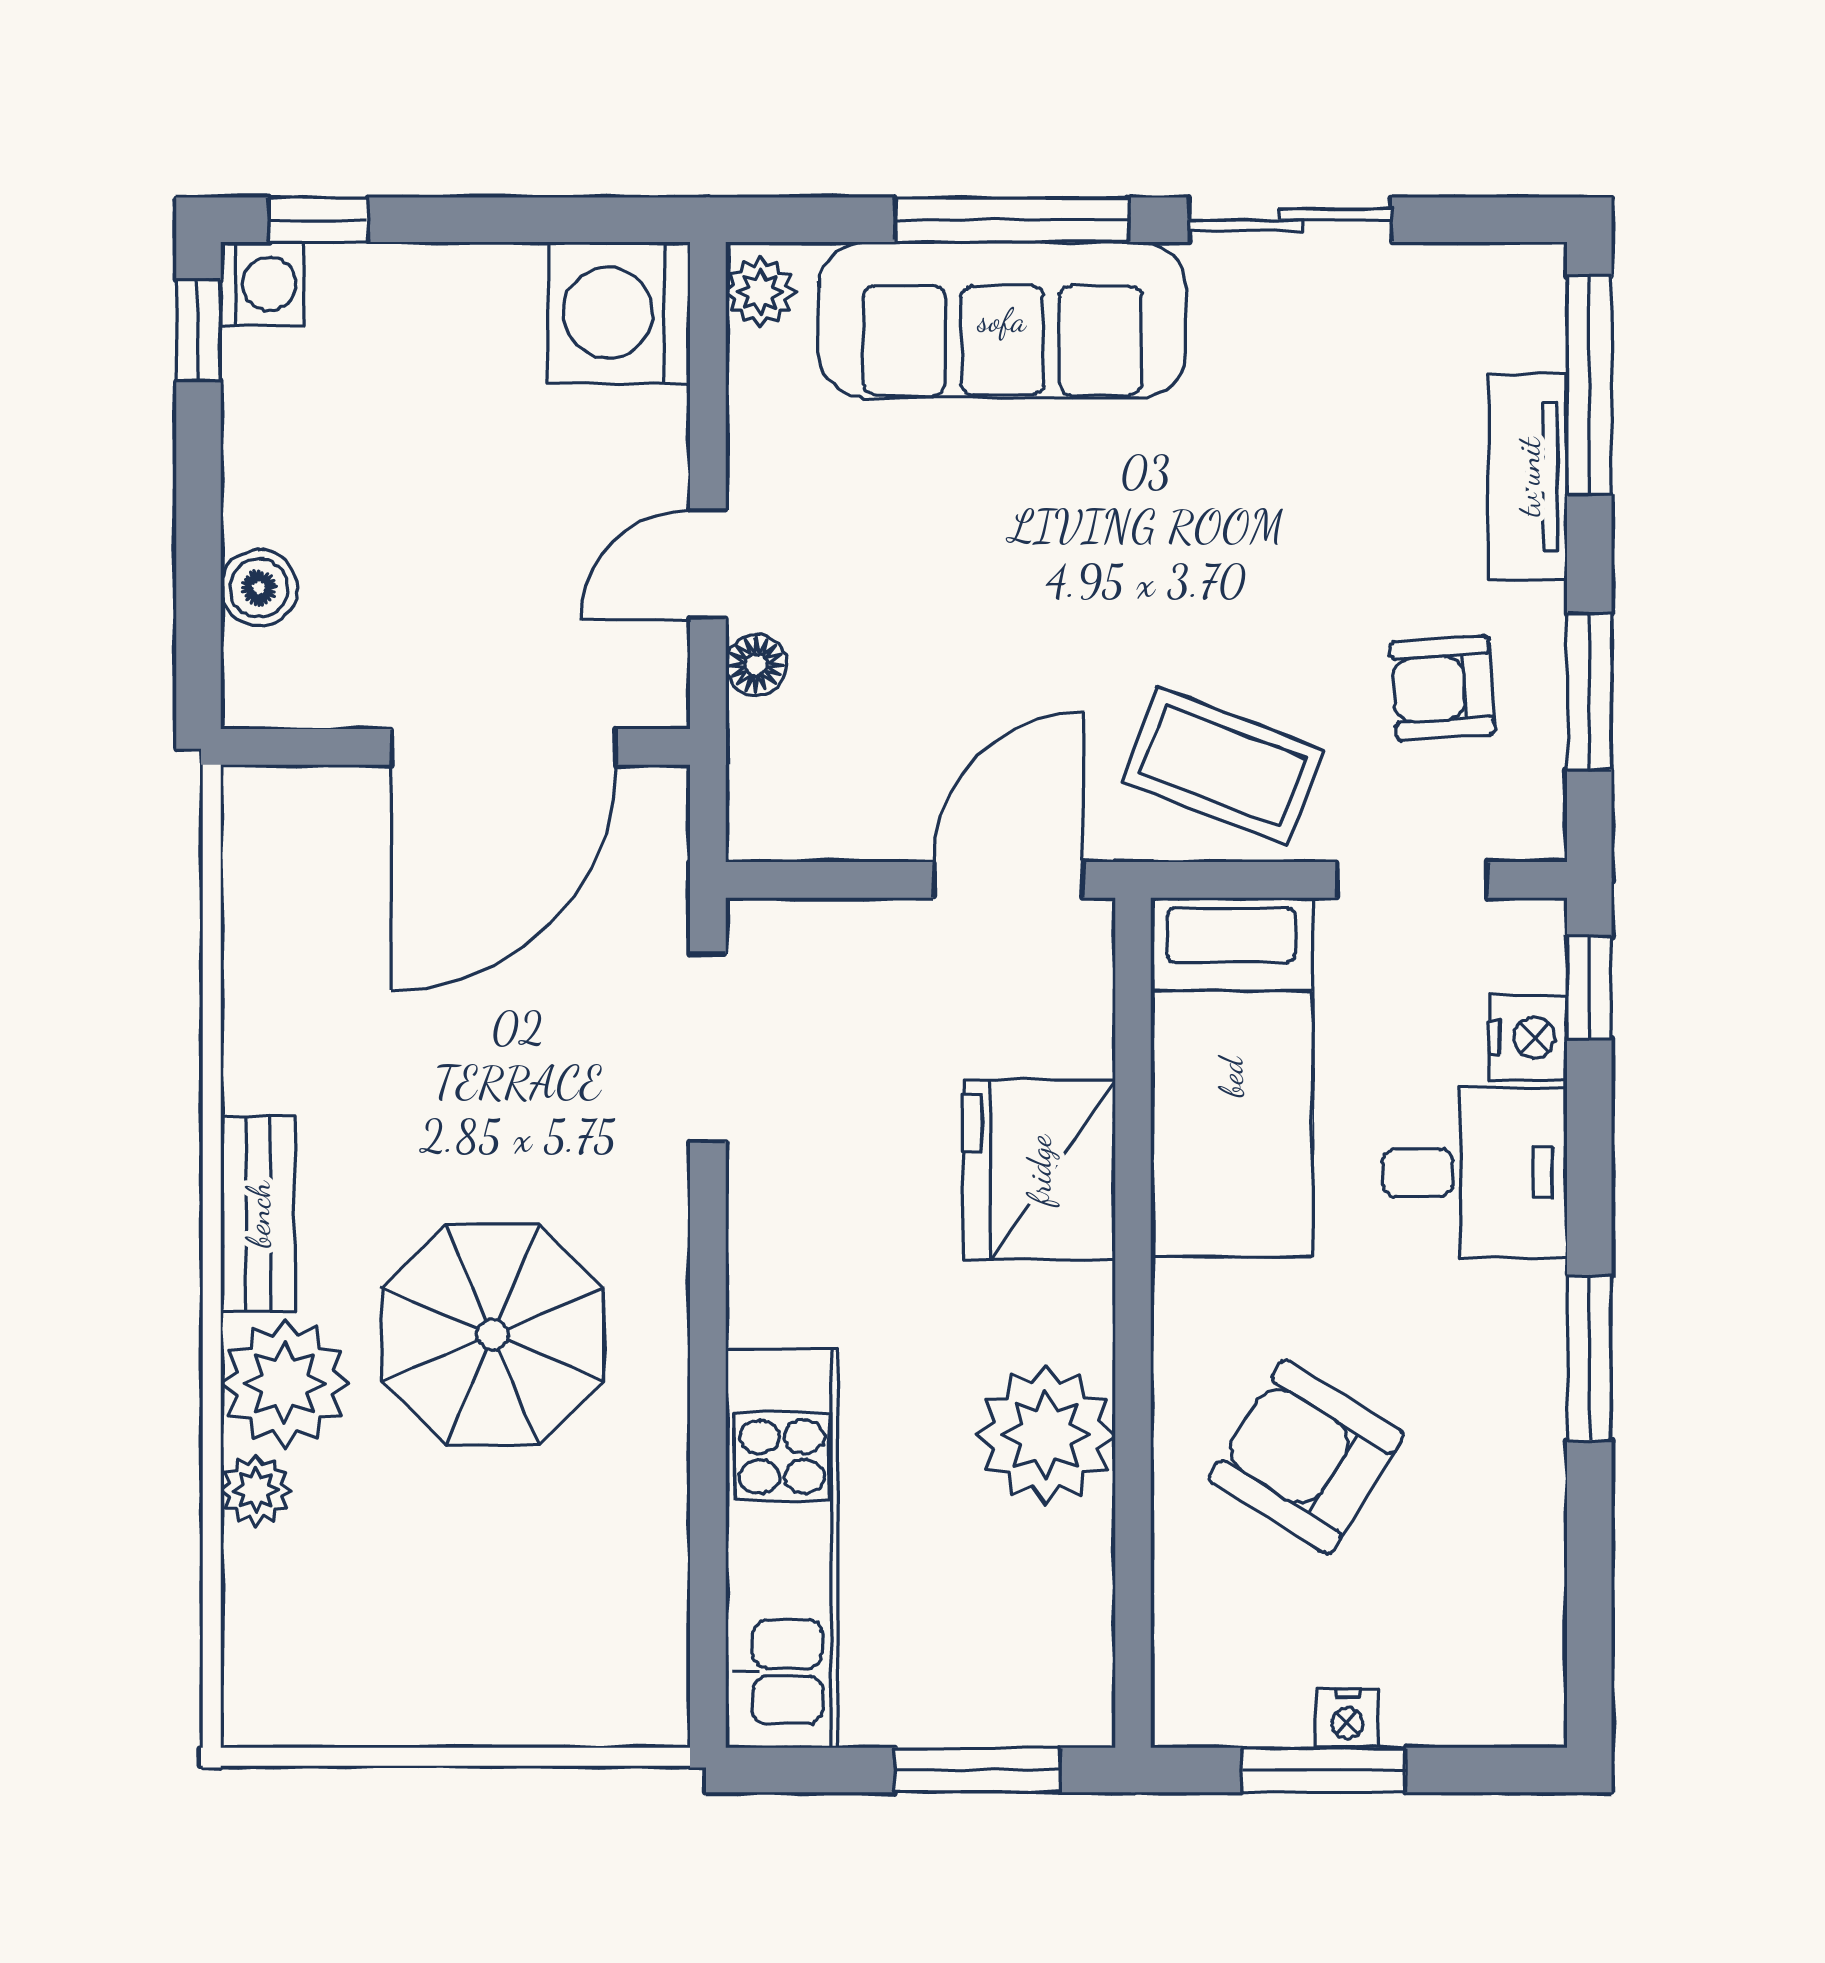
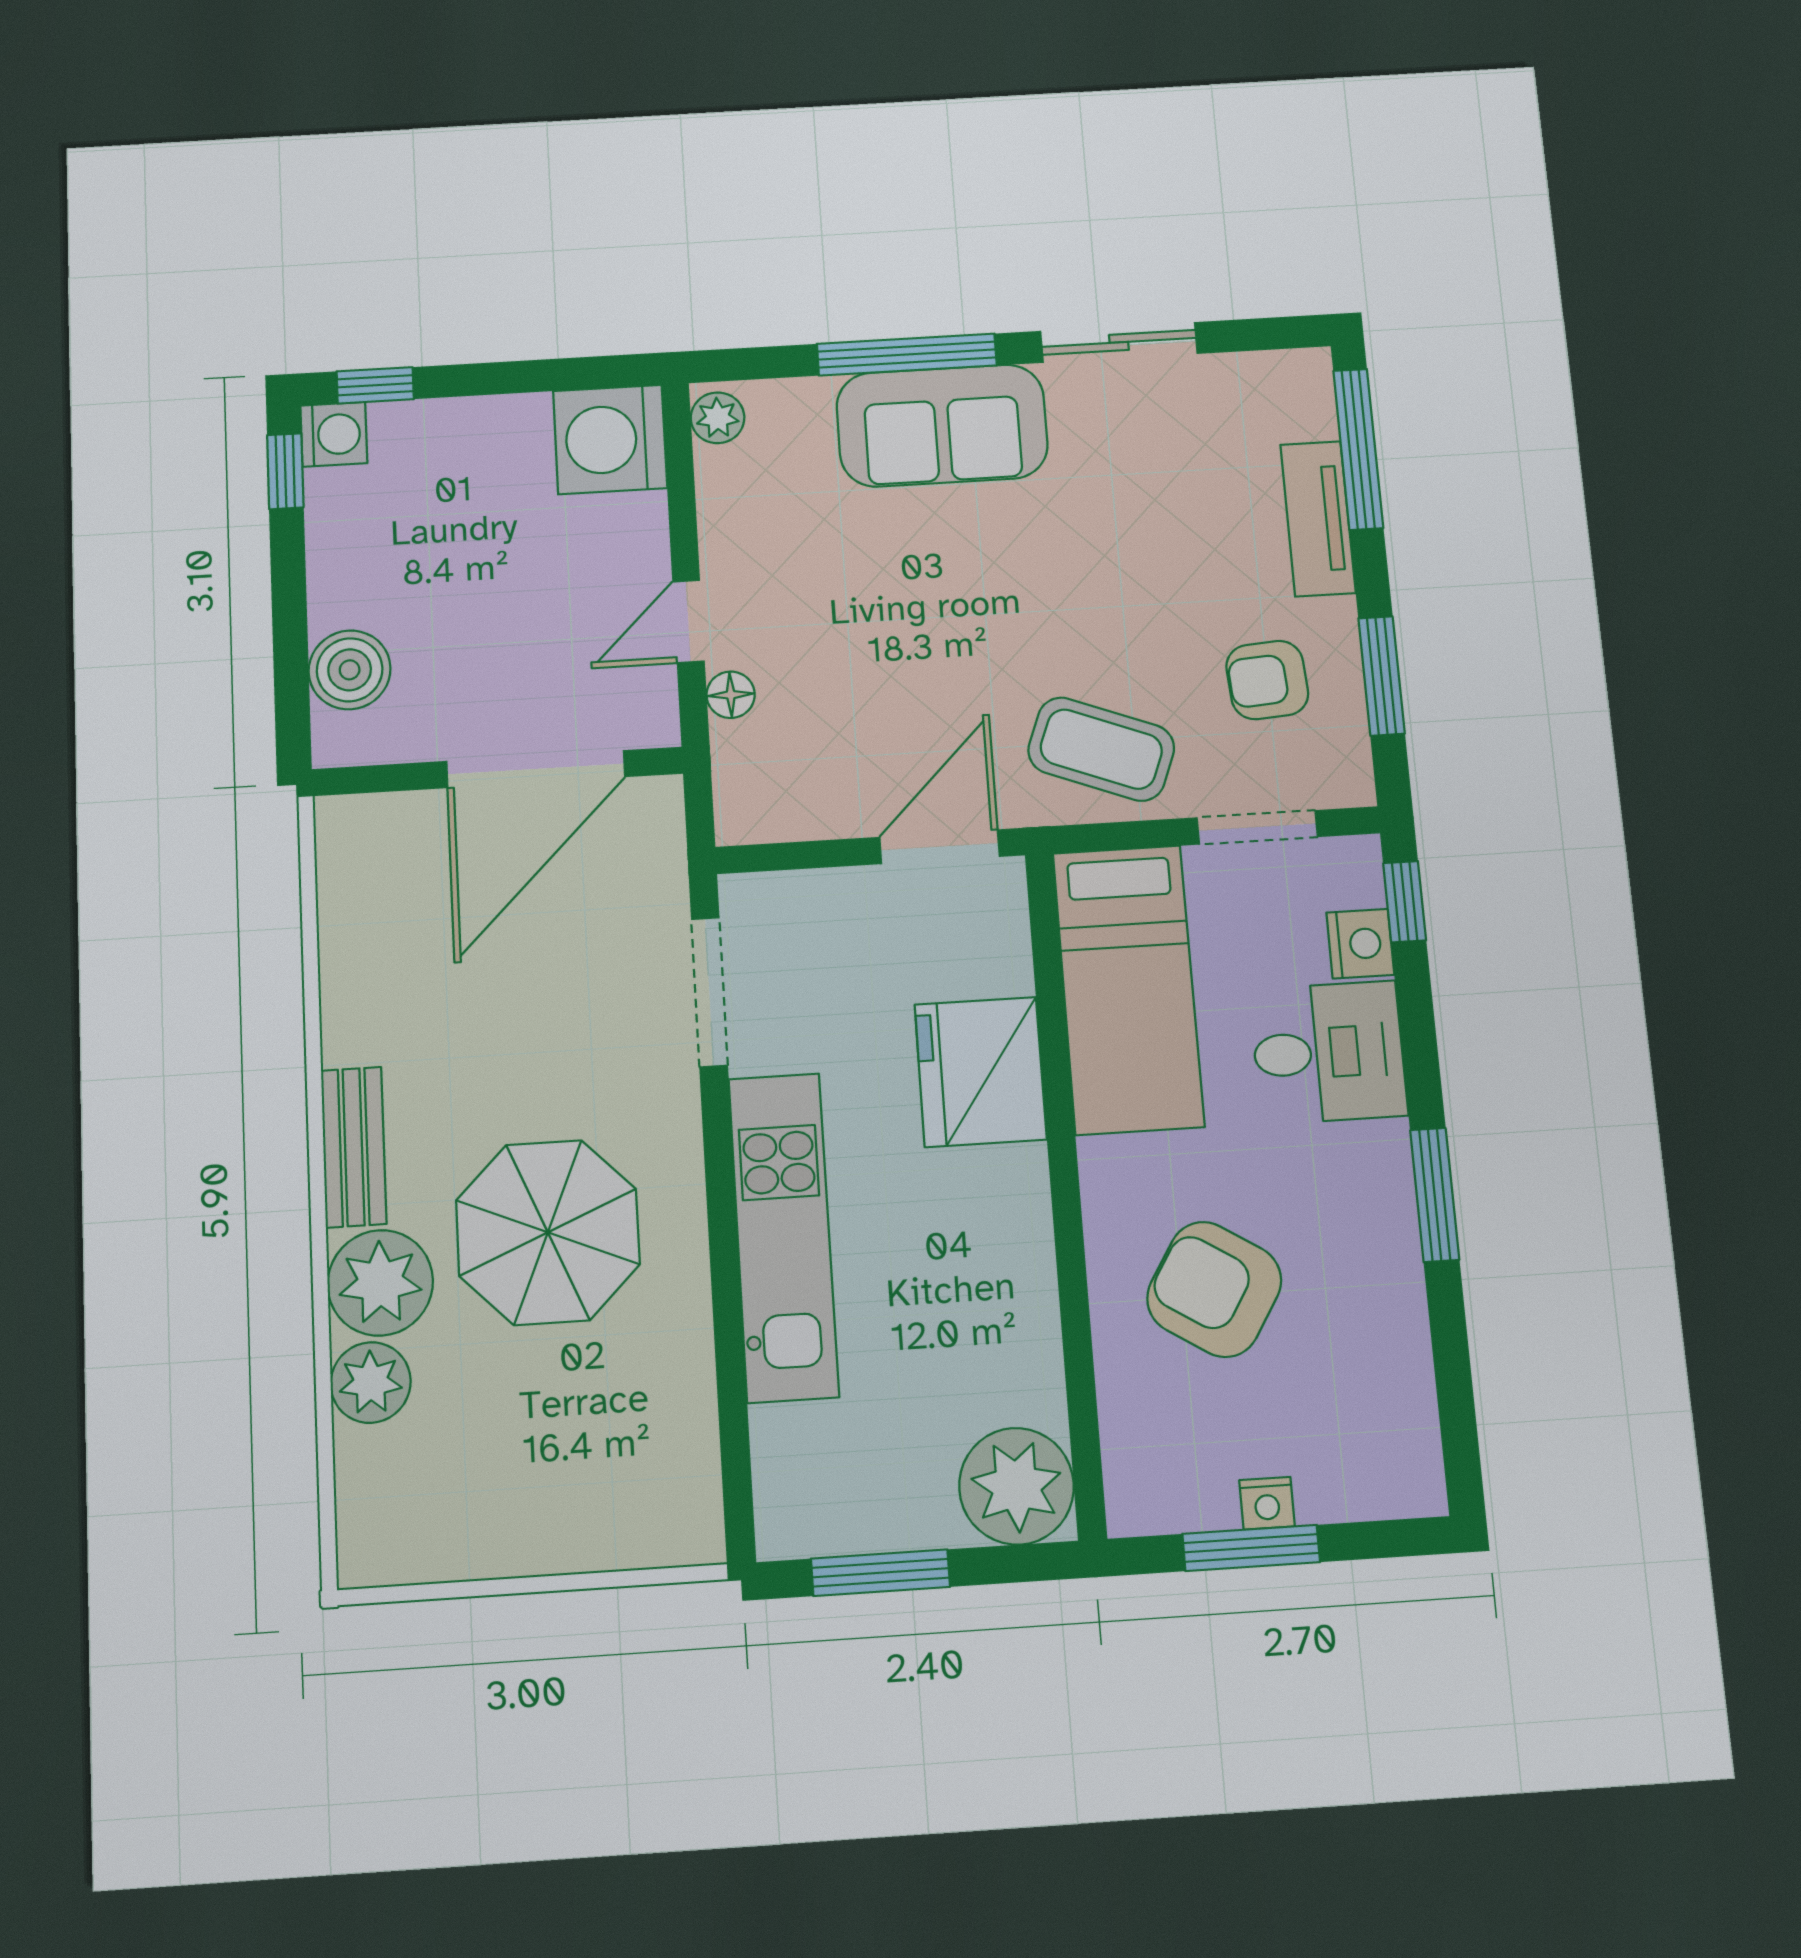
sofa: (1002, 320) -> (942, 426), width x0.73
boiler: (259, 588) -> (350, 670), width x1.36, depth x1.36
plant: (1046, 1435) -> (1017, 1486), moved
plant: (256, 1490) -> (371, 1383), width x1.38, depth x1.38
kitchen unit: (782, 1548) -> (783, 1237), moved
window: (977, 1770) -> (880, 1573), moved

